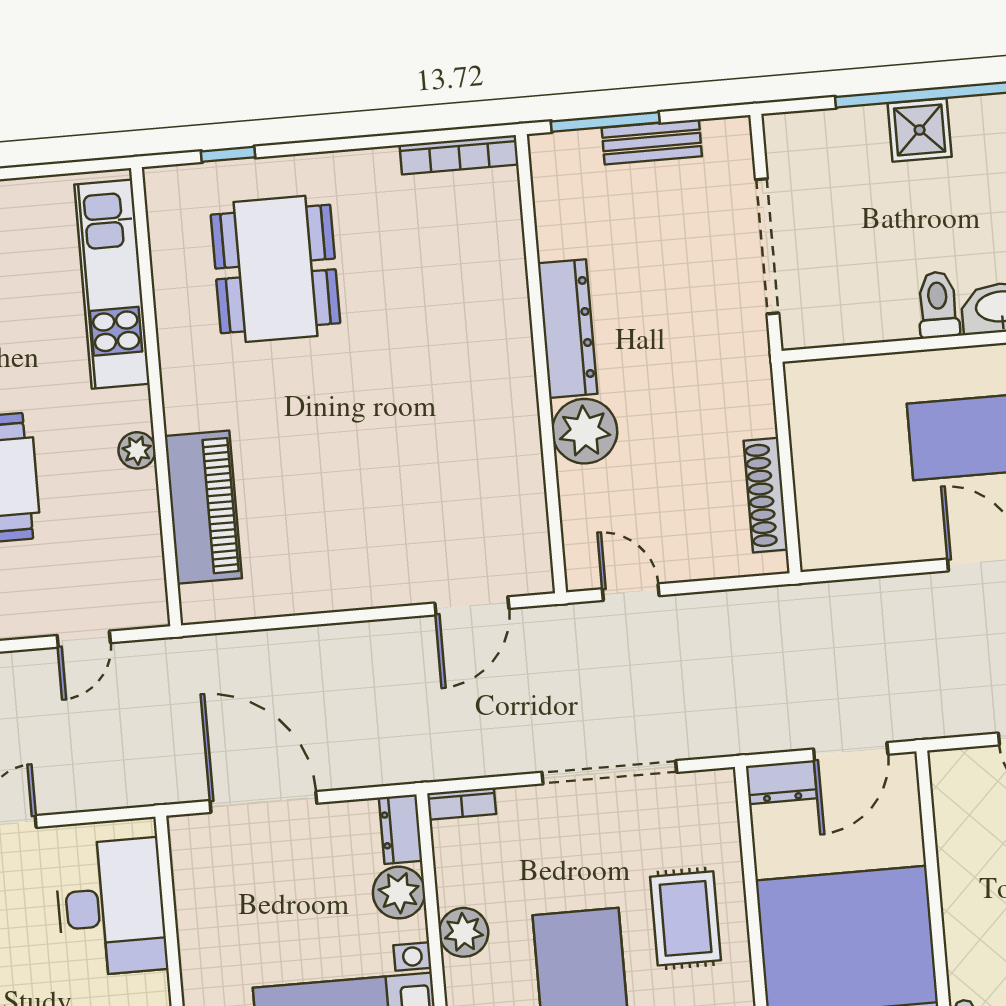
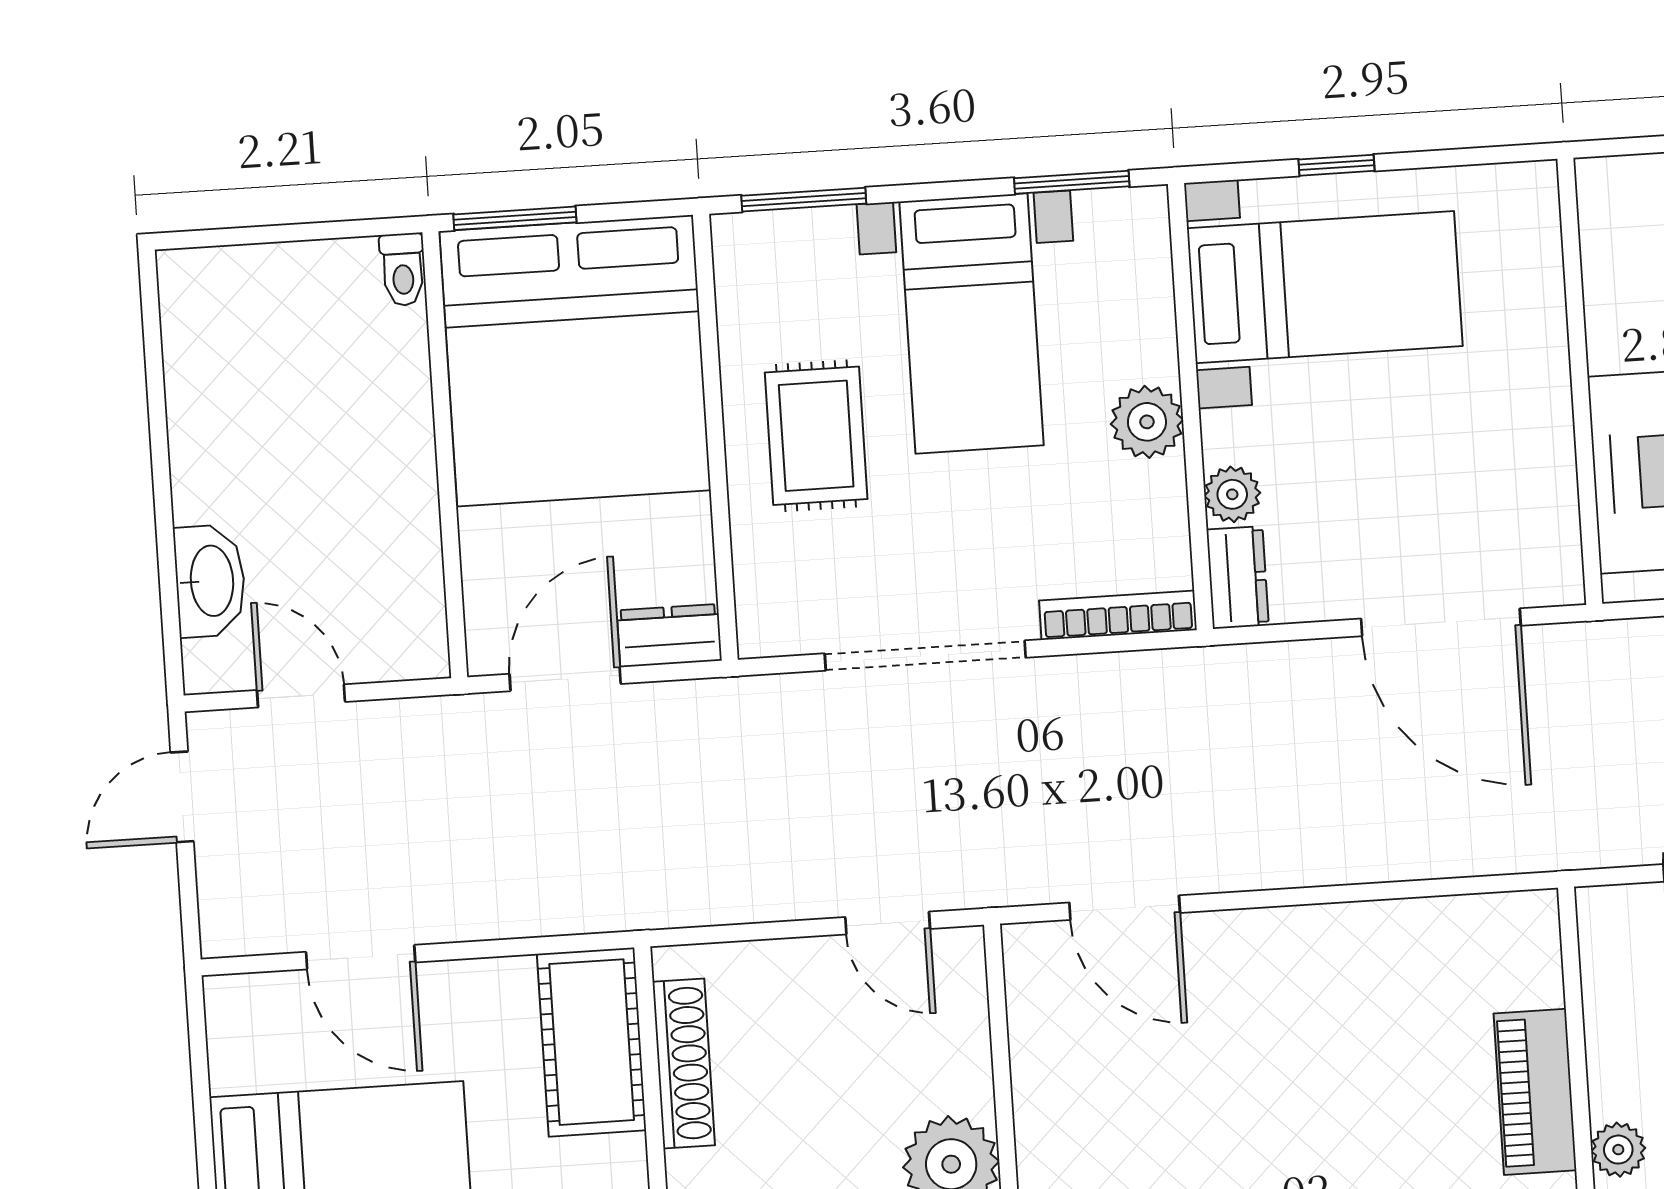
piano: (203, 507) -> (1535, 1092), width x0.73, depth x0.75
cot: (828, 508) -> (592, 1042), added
door: (472, 606) -> (1125, 908), swing flipped
bookcase: (462, 804) -> (1118, 615), width x1.56
plant: (399, 893) -> (1232, 494), width x0.73, depth x0.73

